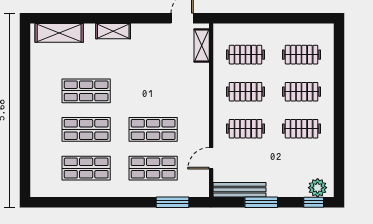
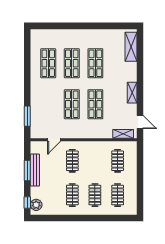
shelving: (113, 31) -> (132, 93), moved
clothes rail: (246, 92) -> (95, 161), removed
door: (211, 158) -> (54, 140), swing flipped
shop shelf: (153, 168) -> (95, 104), moved
bench: (240, 190) -> (35, 170), moved

